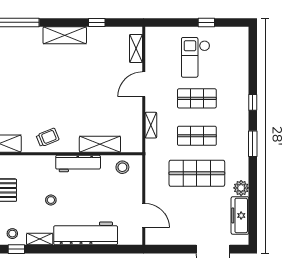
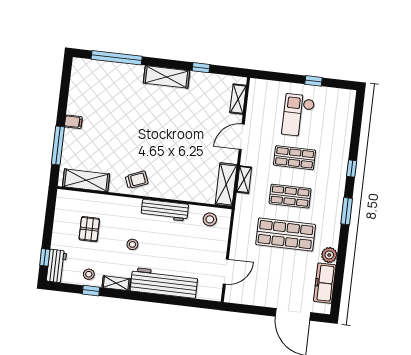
shelving: (100, 144) -> (226, 185), moved, turned 90
door: (144, 216) -> (226, 272), hinge flipped

